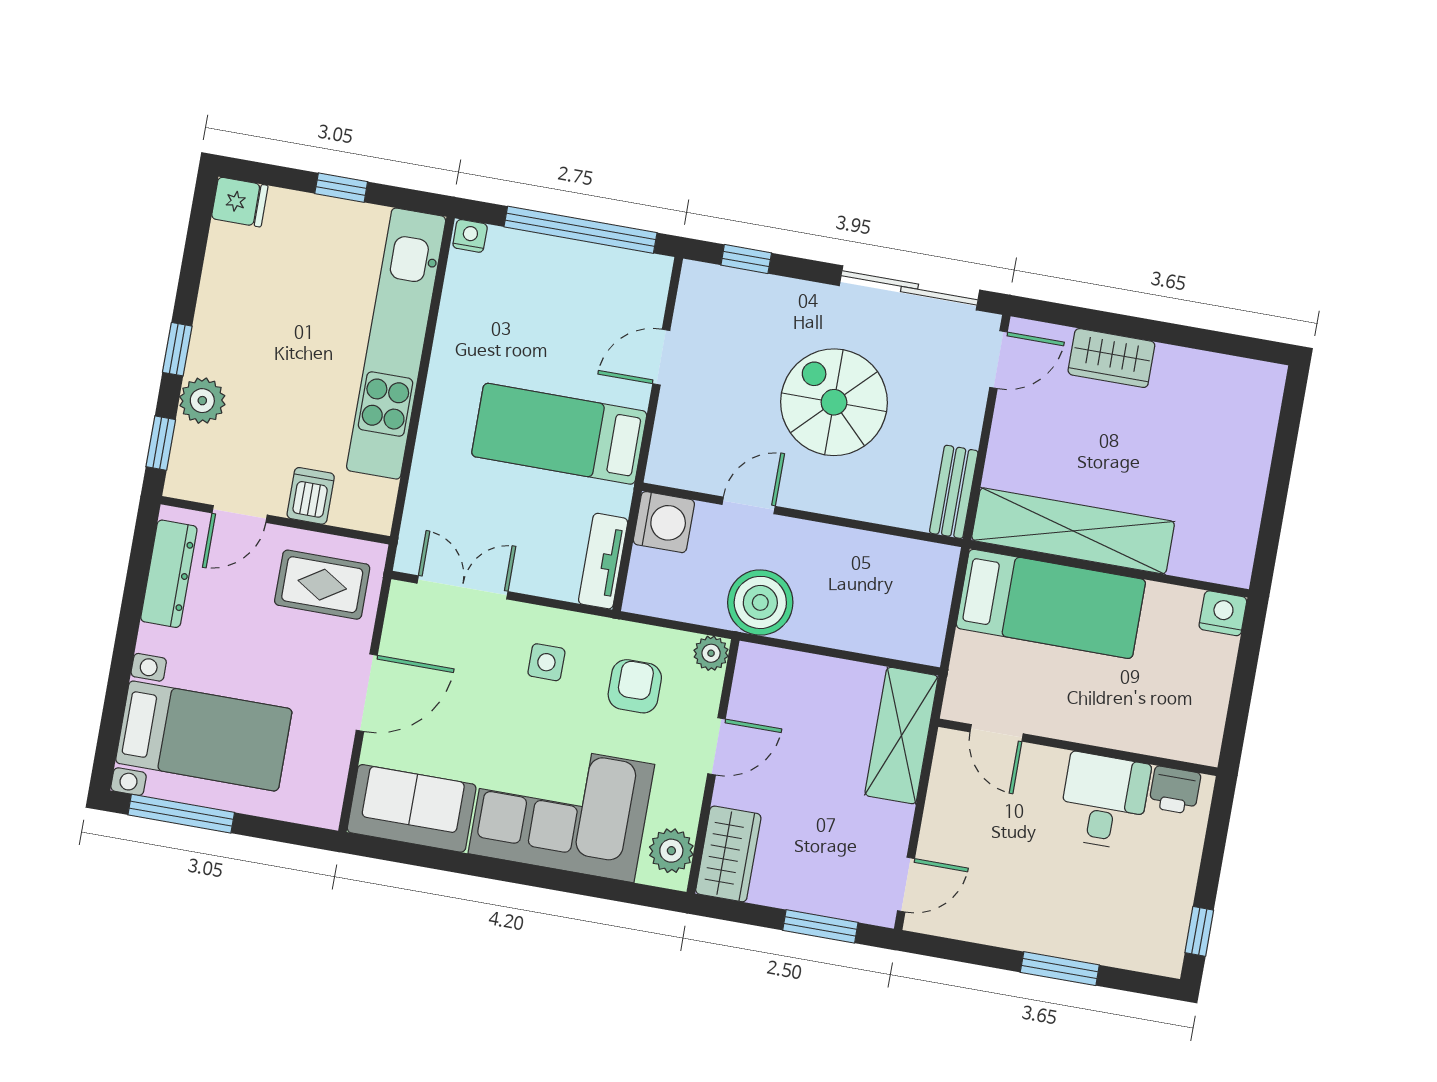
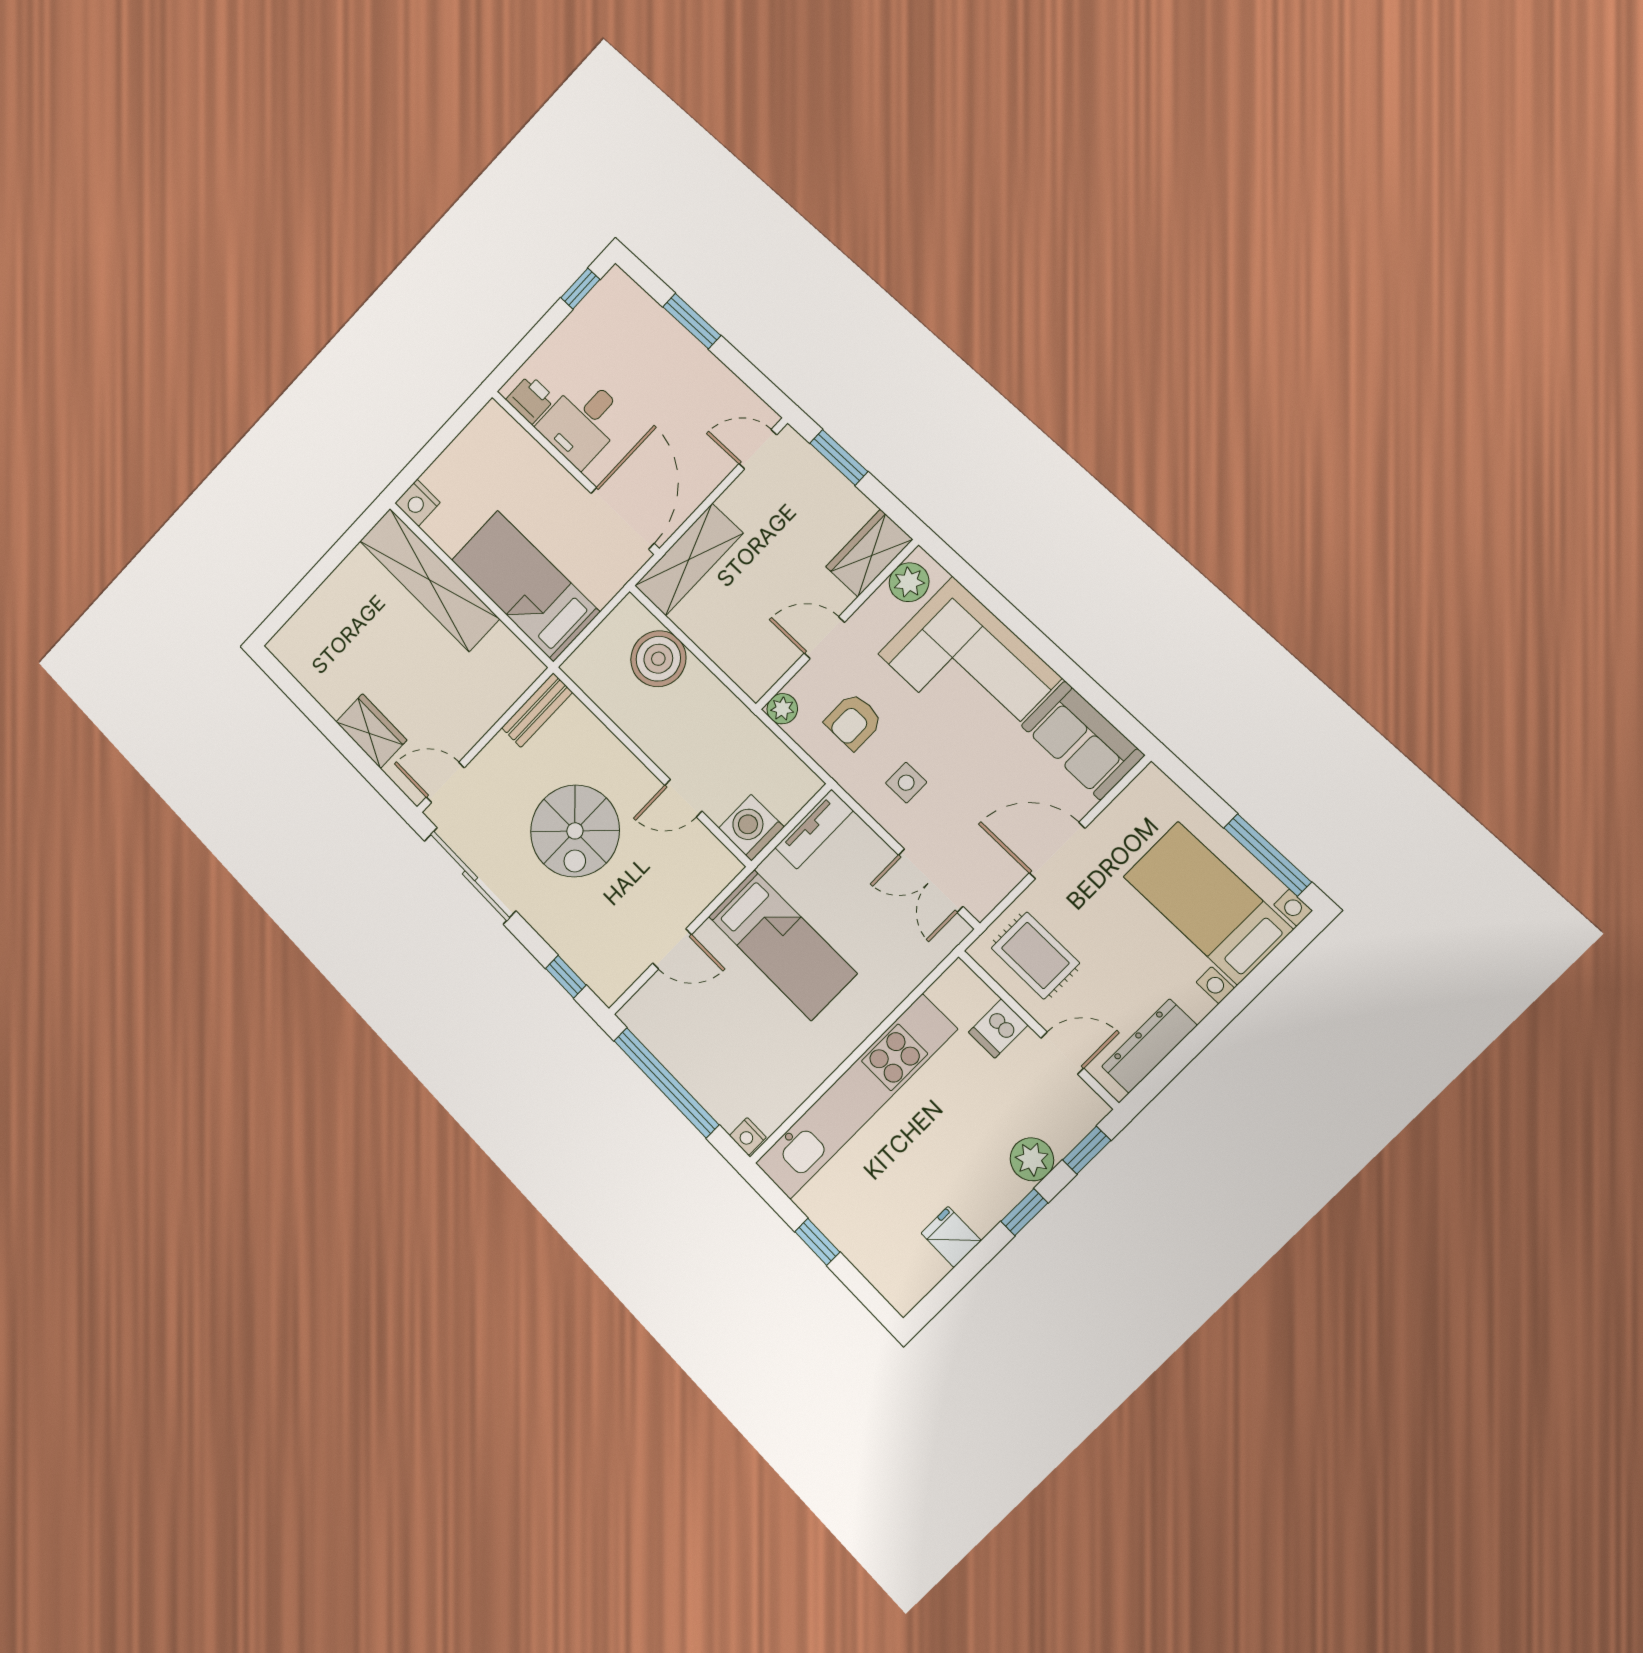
fridge: (240, 202) -> (951, 1237), moved
shelving: (1073, 531) -> (429, 580), moved
boiler: (760, 602) -> (658, 659), moved
door: (997, 733) -> (622, 518), width x1.88

